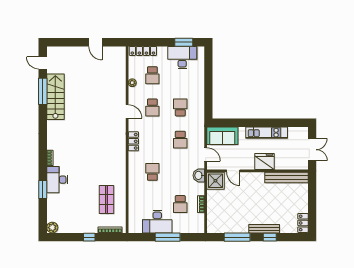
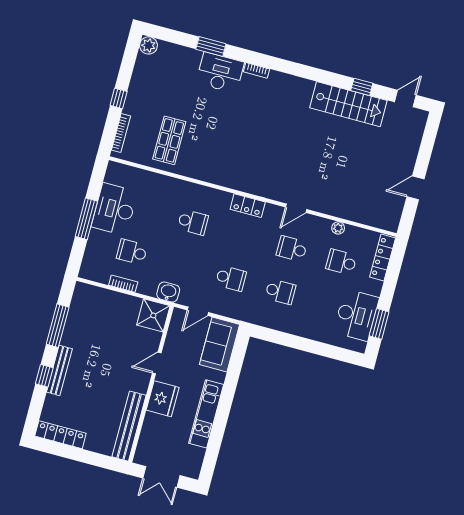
window: (43, 91) -> (362, 87), width x0.46
school desk: (180, 140) -> (231, 278), turned 180
door: (233, 171) -> (157, 363), moved
shop shelf: (107, 199) -> (169, 140), turned 90
locker: (303, 223) -> (60, 435), width x1.53

